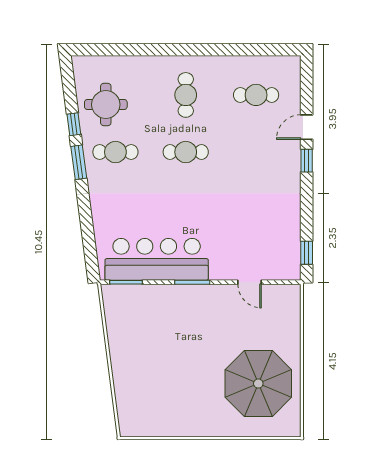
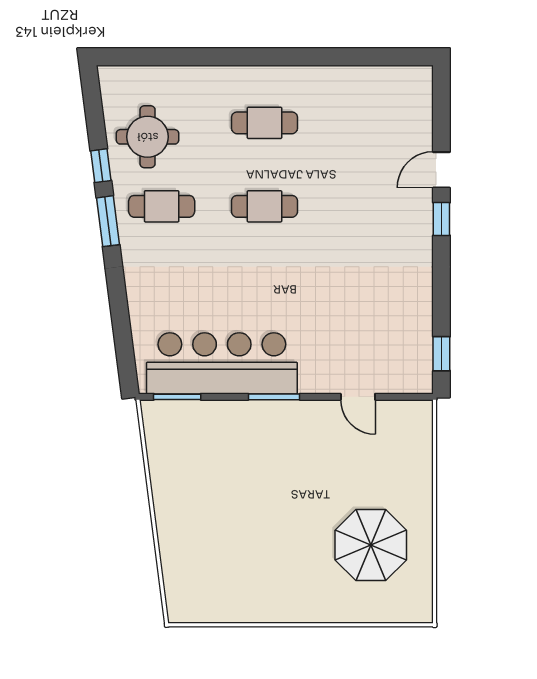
cafe table: (186, 95) -> (264, 123), turned 90
cafe table: (256, 95) -> (367, 123), removed
parasol: (258, 384) -> (371, 545), width x0.73, depth x0.73

